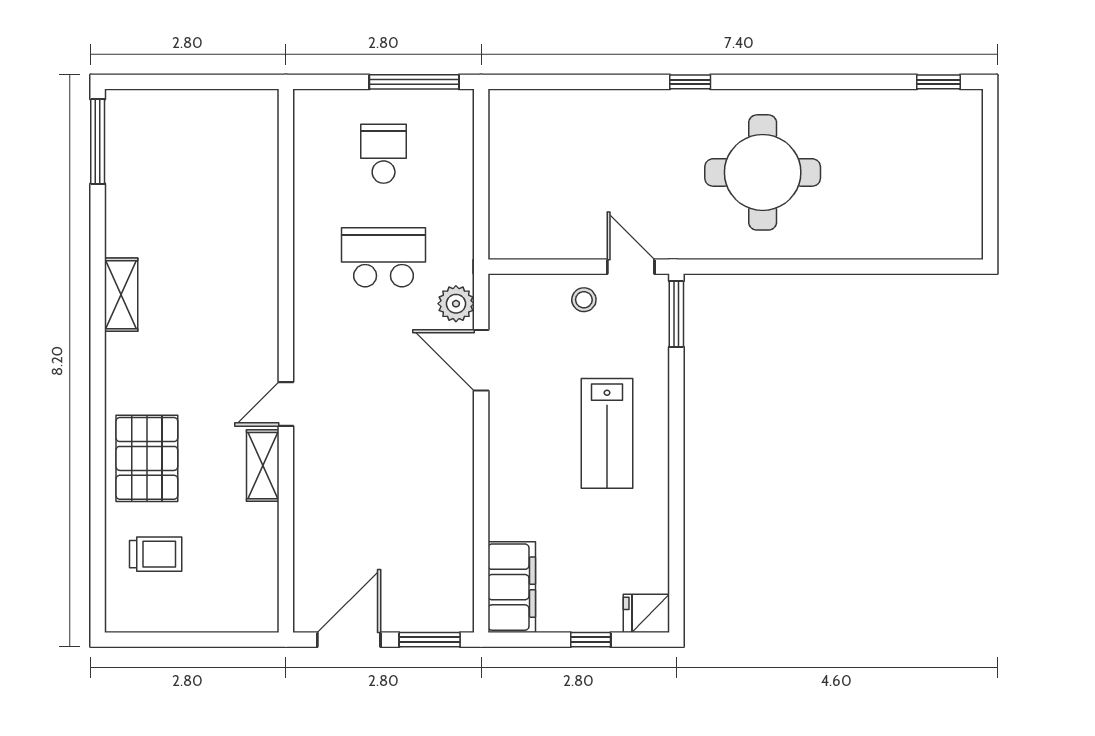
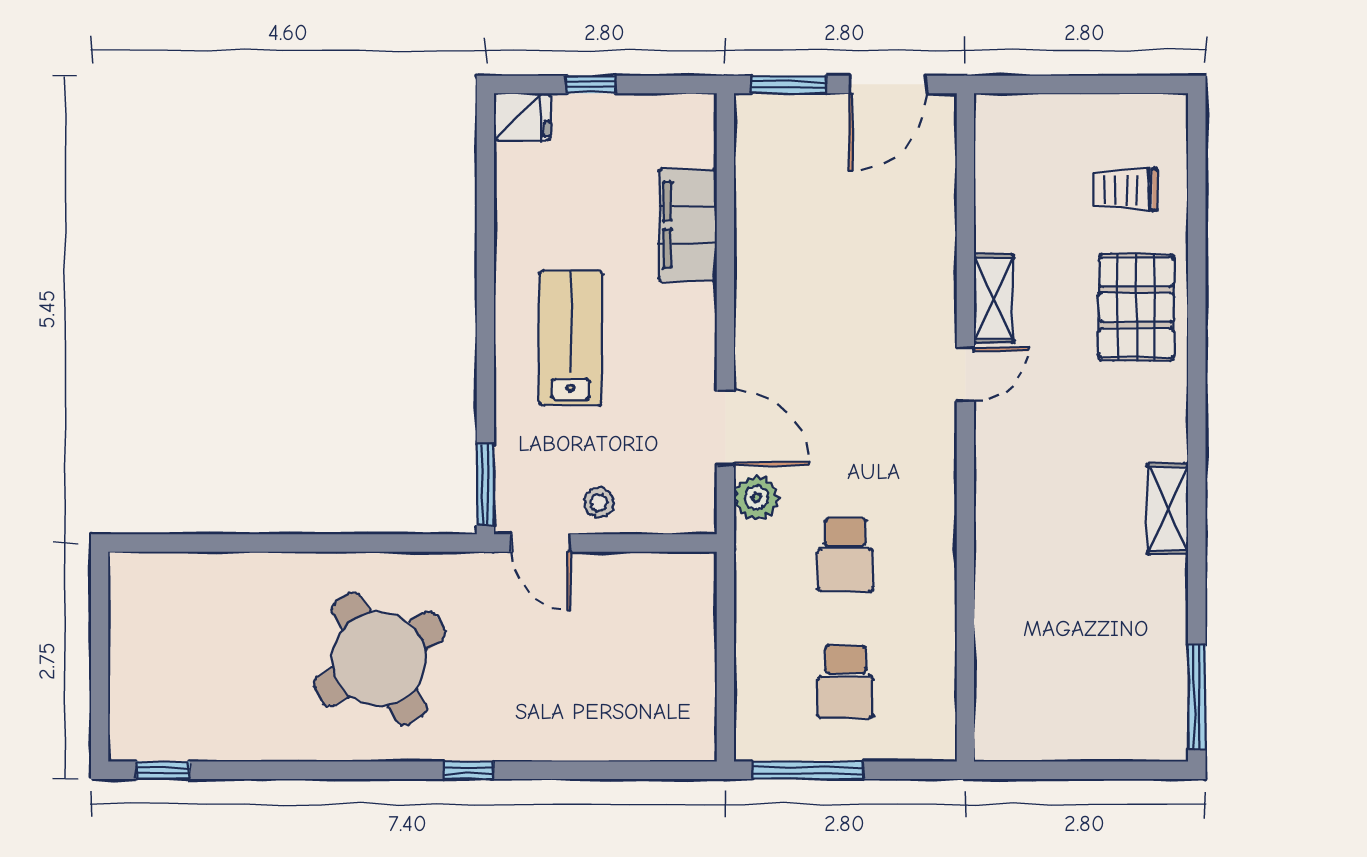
round table: (763, 172) -> (379, 659), turned -31
school desk: (384, 257) -> (845, 555), width x0.54
filing cabinet: (512, 587) -> (688, 225), moved

